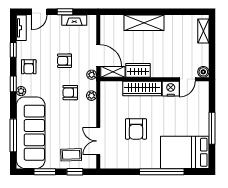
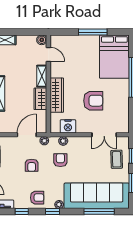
shelving: (113, 72) -> (42, 76), moved
nightstand: (171, 89) -> (68, 126), moved, turned -90
armchair: (70, 93) -> (60, 160), turned 180

